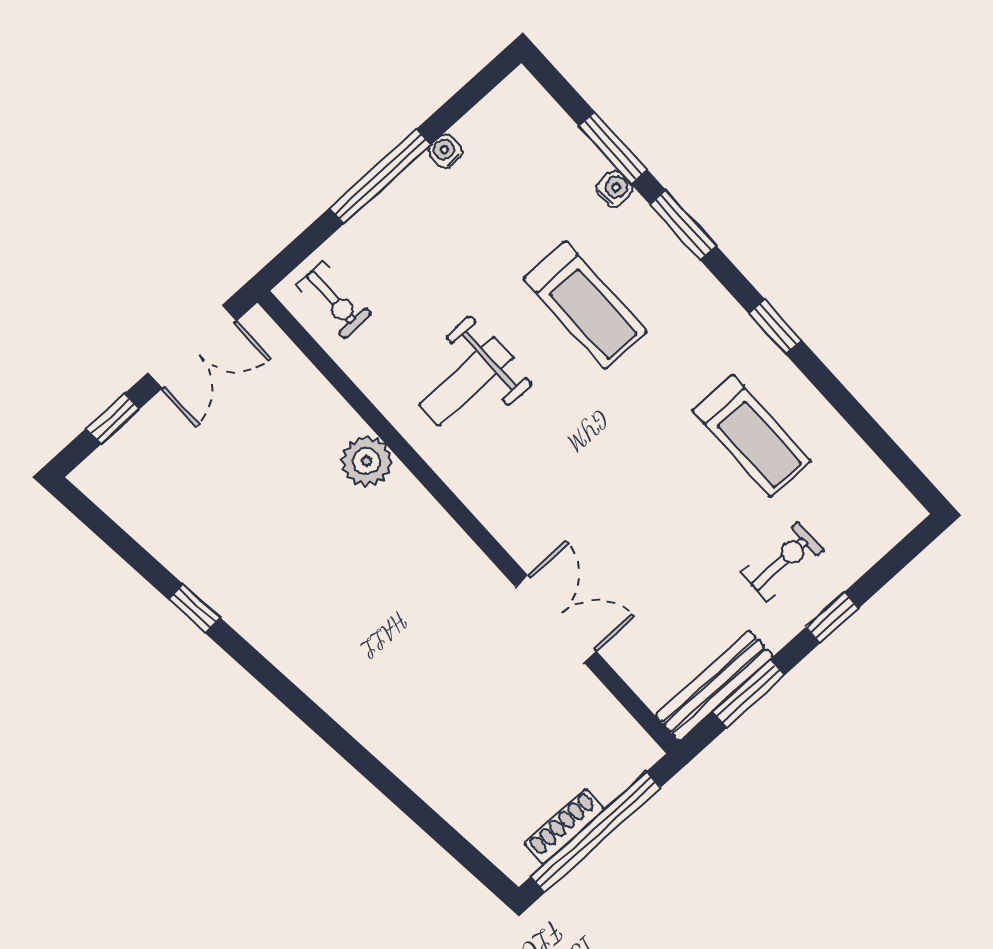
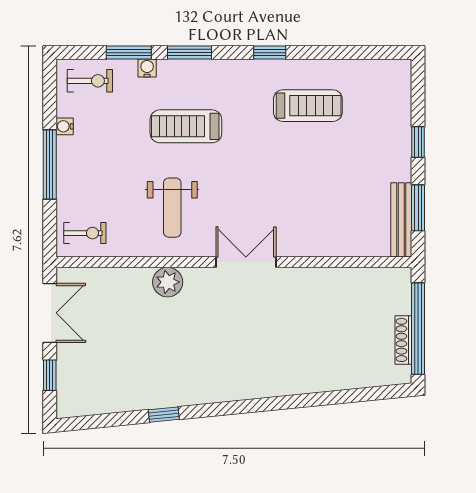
treadmill: (585, 305) -> (186, 126), turned 180
exercise bike: (782, 561) -> (90, 81), moved, turned 90
double door: (556, 619) -> (246, 262), moved

